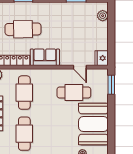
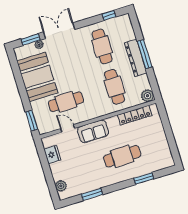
cafe table: (23, 29) -> (122, 156), moved
sofa: (45, 57) -> (93, 131), moved
fridge: (102, 58) -> (52, 154), moved

